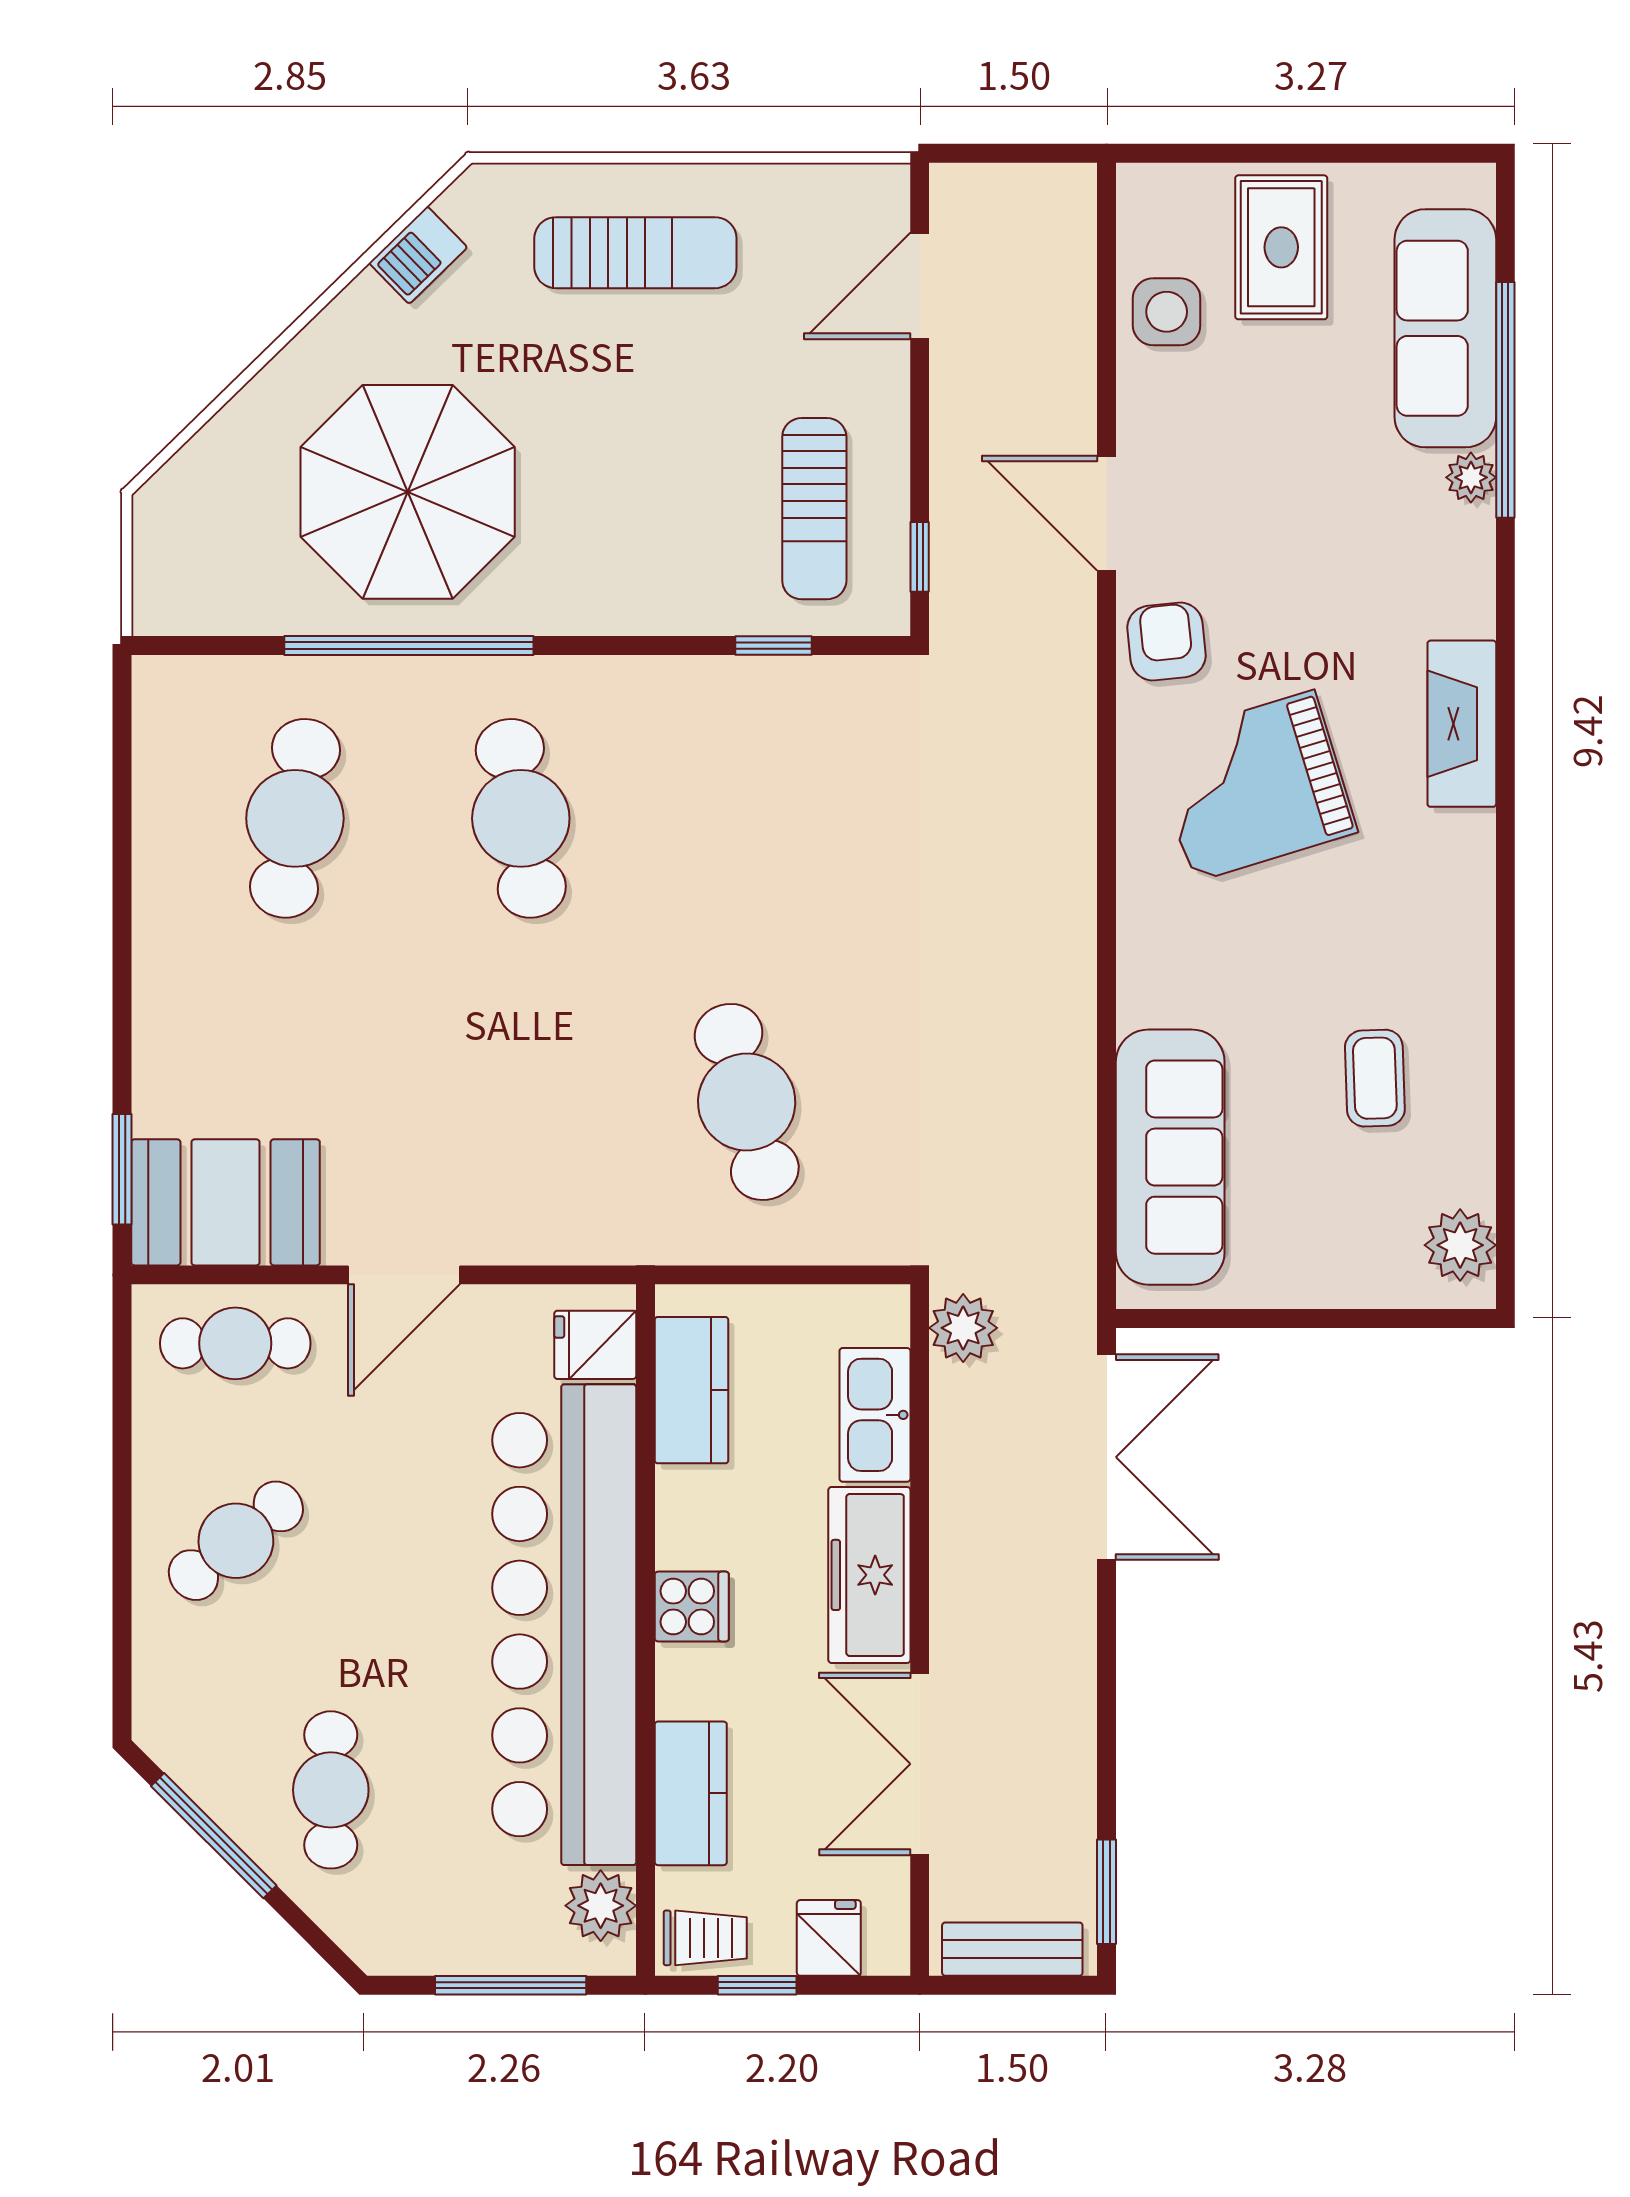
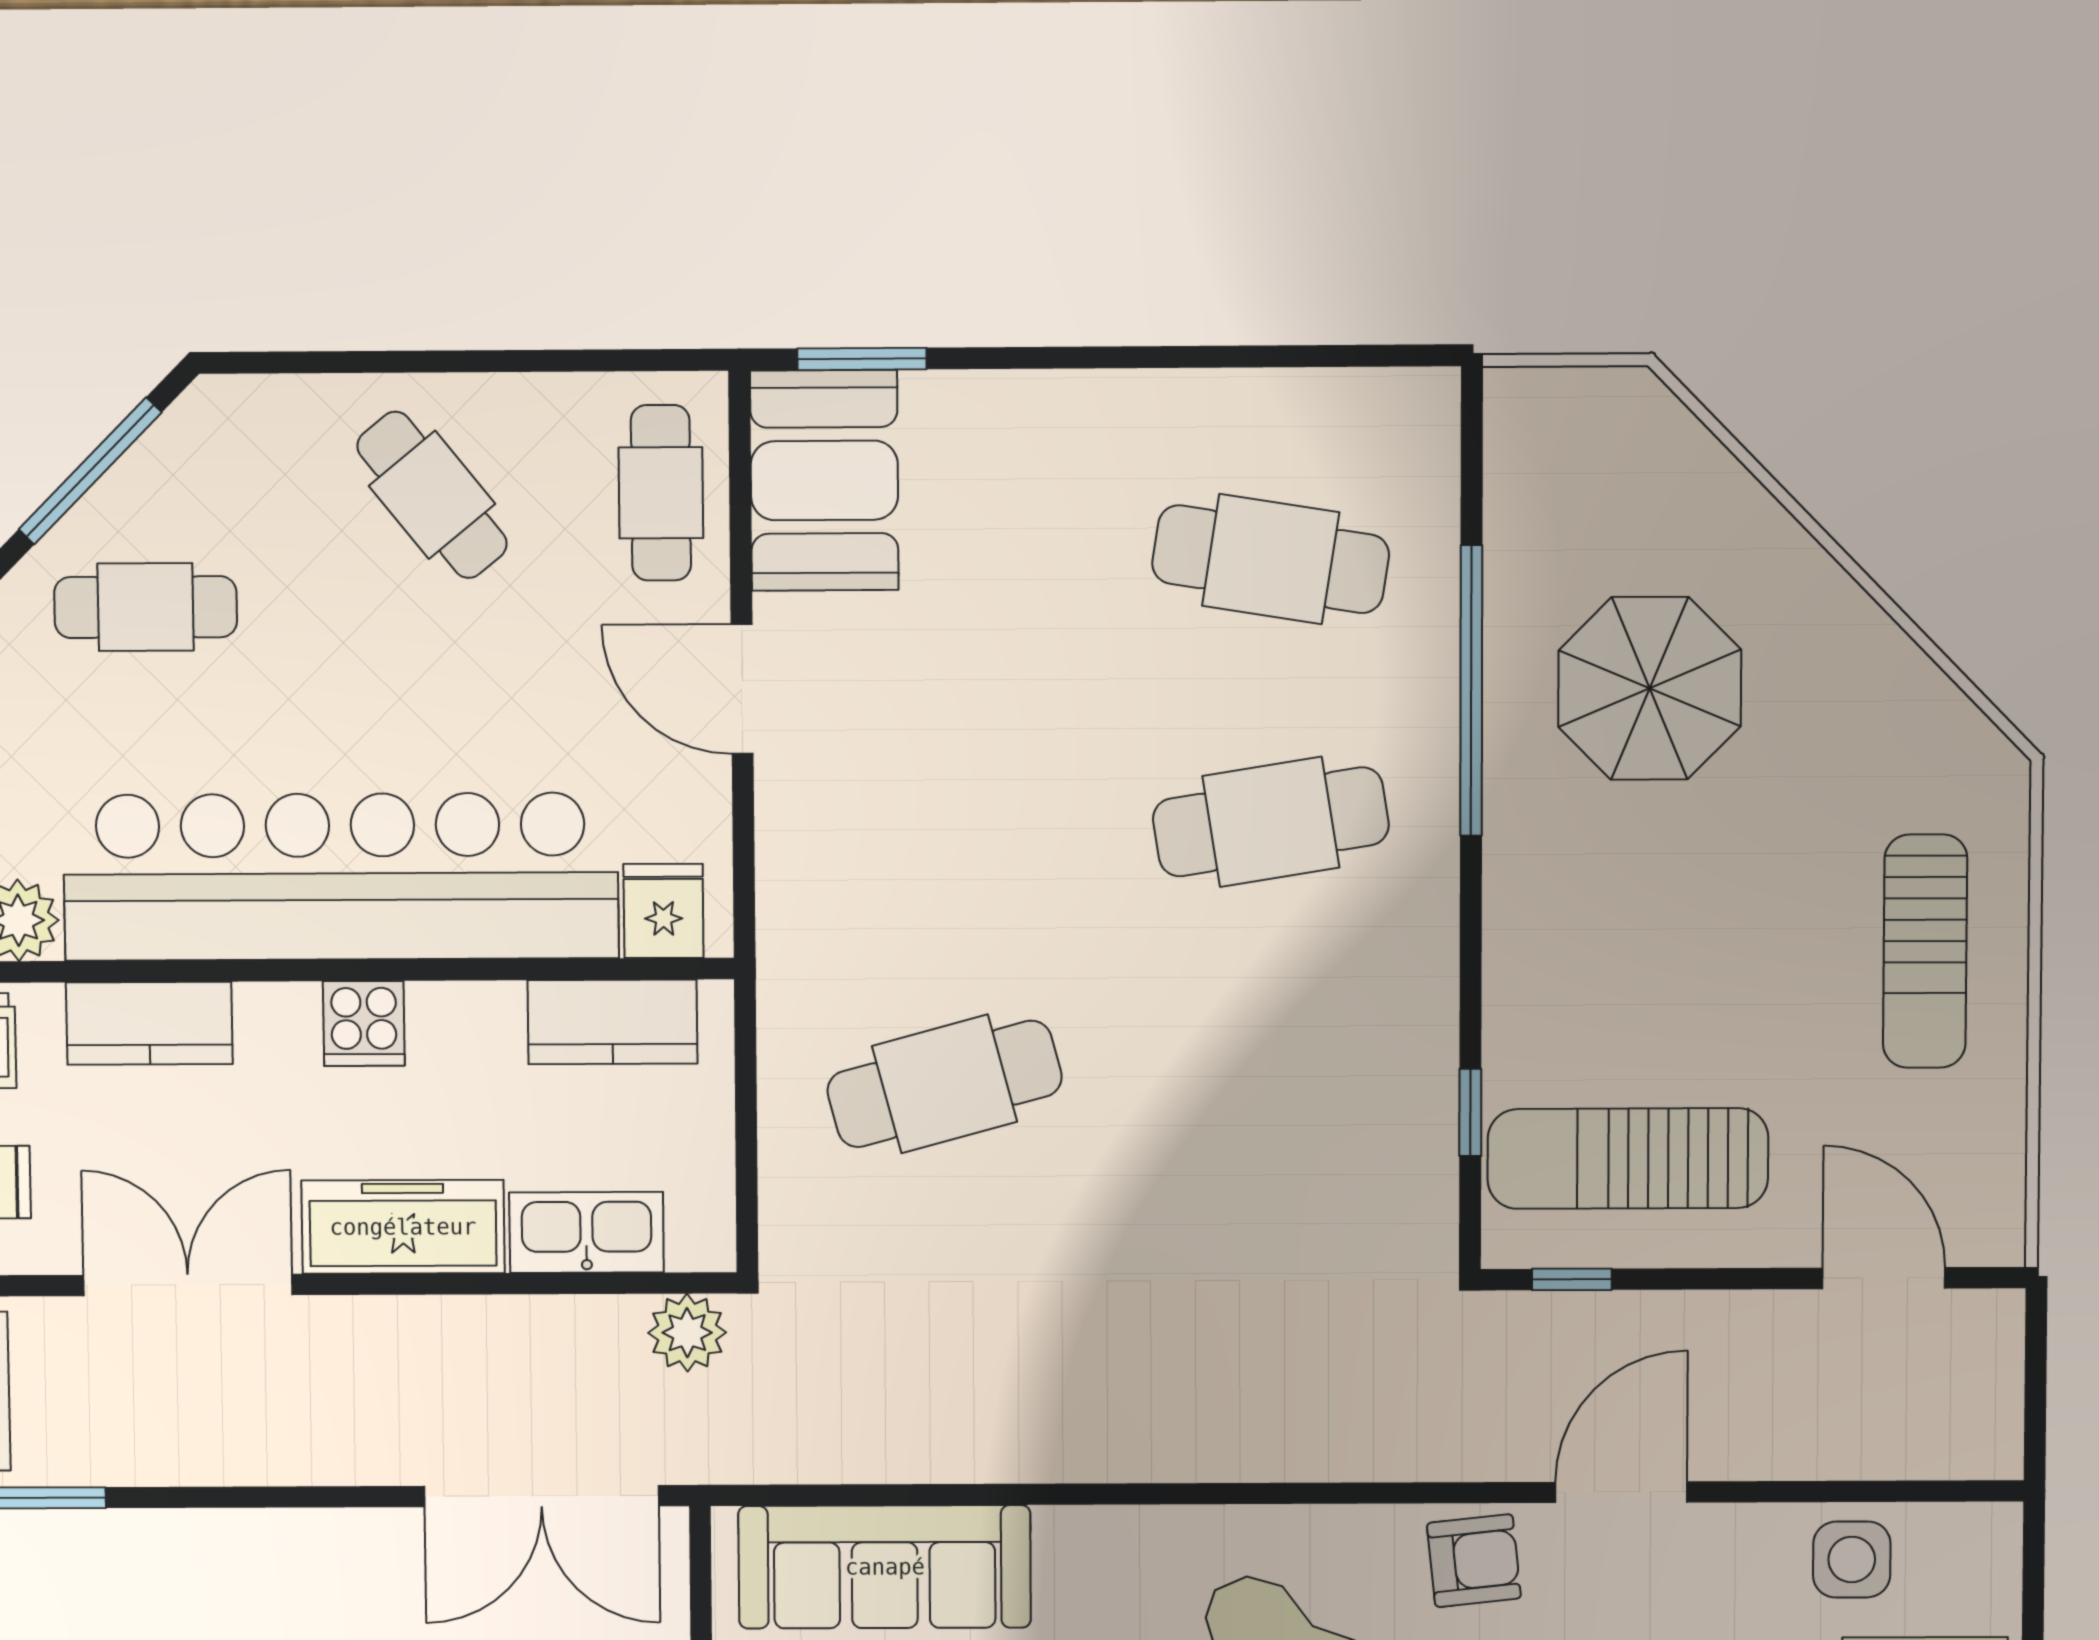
barbecue: (418, 255) -> (1925, 699), removed
parasol: (408, 492) -> (1650, 688), width x0.73, depth x0.73
sun lounger: (814, 509) -> (1628, 1158), width x1.36, depth x1.34

